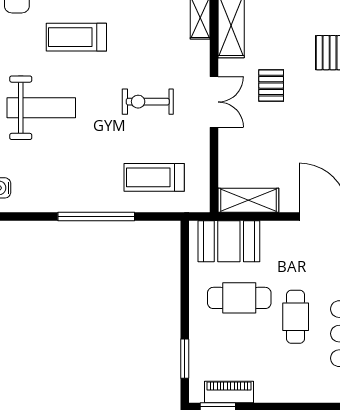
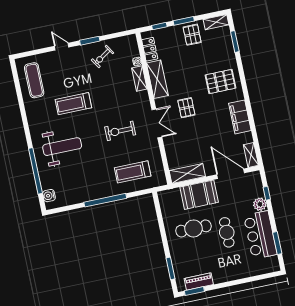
booth: (229, 241) -> (199, 195), moved

